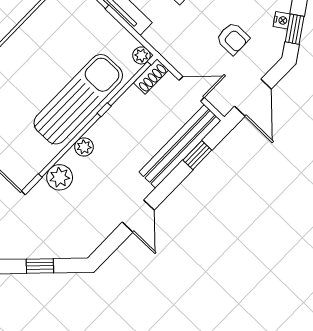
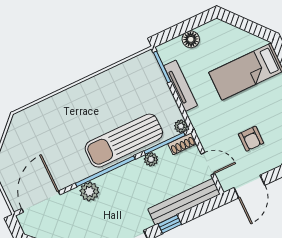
sun lounger: (78, 99) -> (124, 141), turned 180
plant: (84, 147) -> (151, 159), moved
window: (197, 155) -> (170, 224), moved

